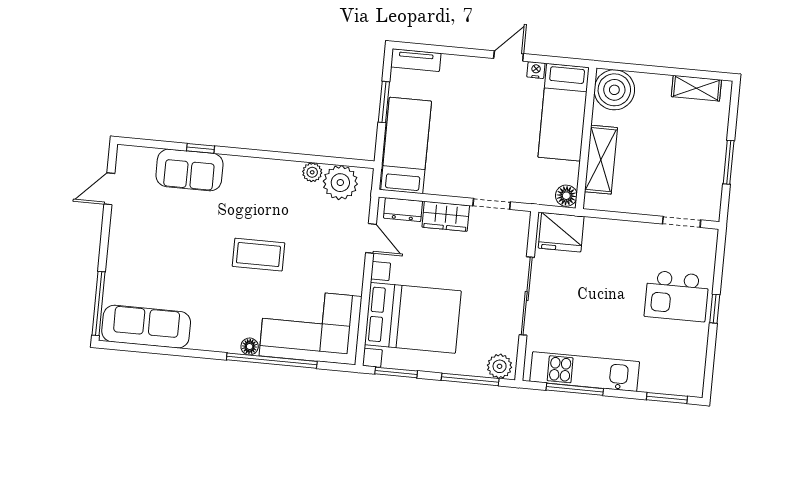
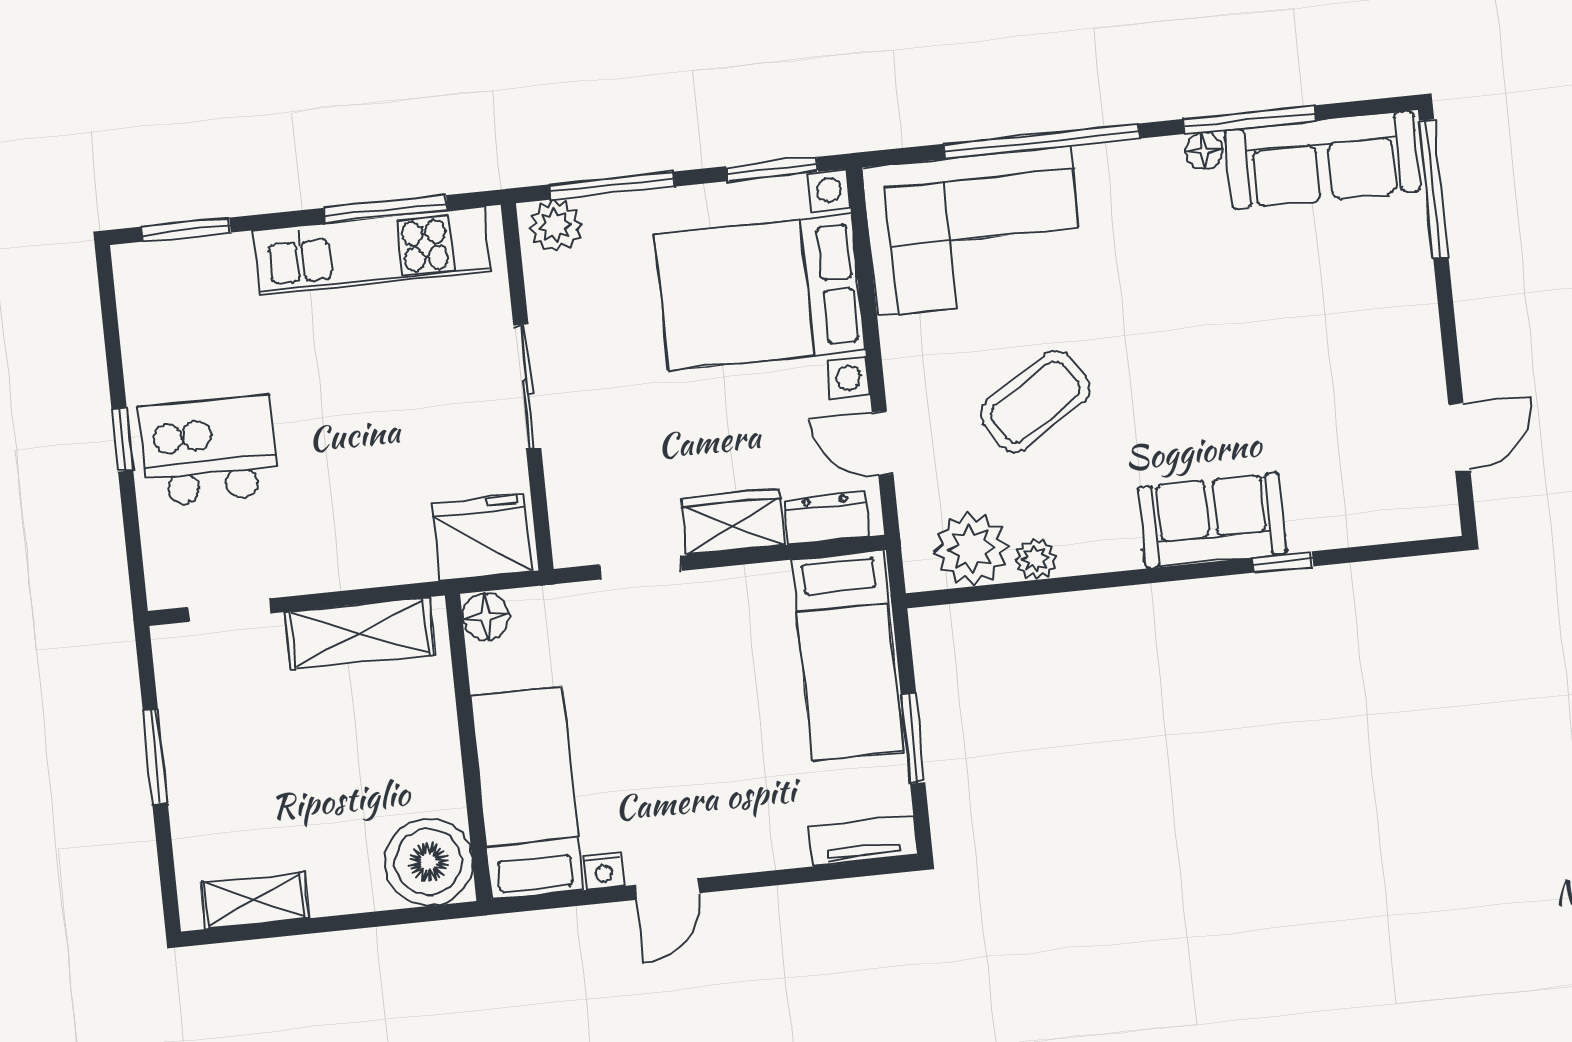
shelving: (601, 160) -> (360, 633), moved, turned 90
sofa: (189, 170) -> (1212, 520), moved
coffee table: (259, 255) -> (1035, 402), moved, turned -33
sliding door: (527, 296) -> (527, 387), width x0.73
floor lamp: (250, 346) -> (1204, 151), moved
window: (176, 352) -> (1250, 120), added

